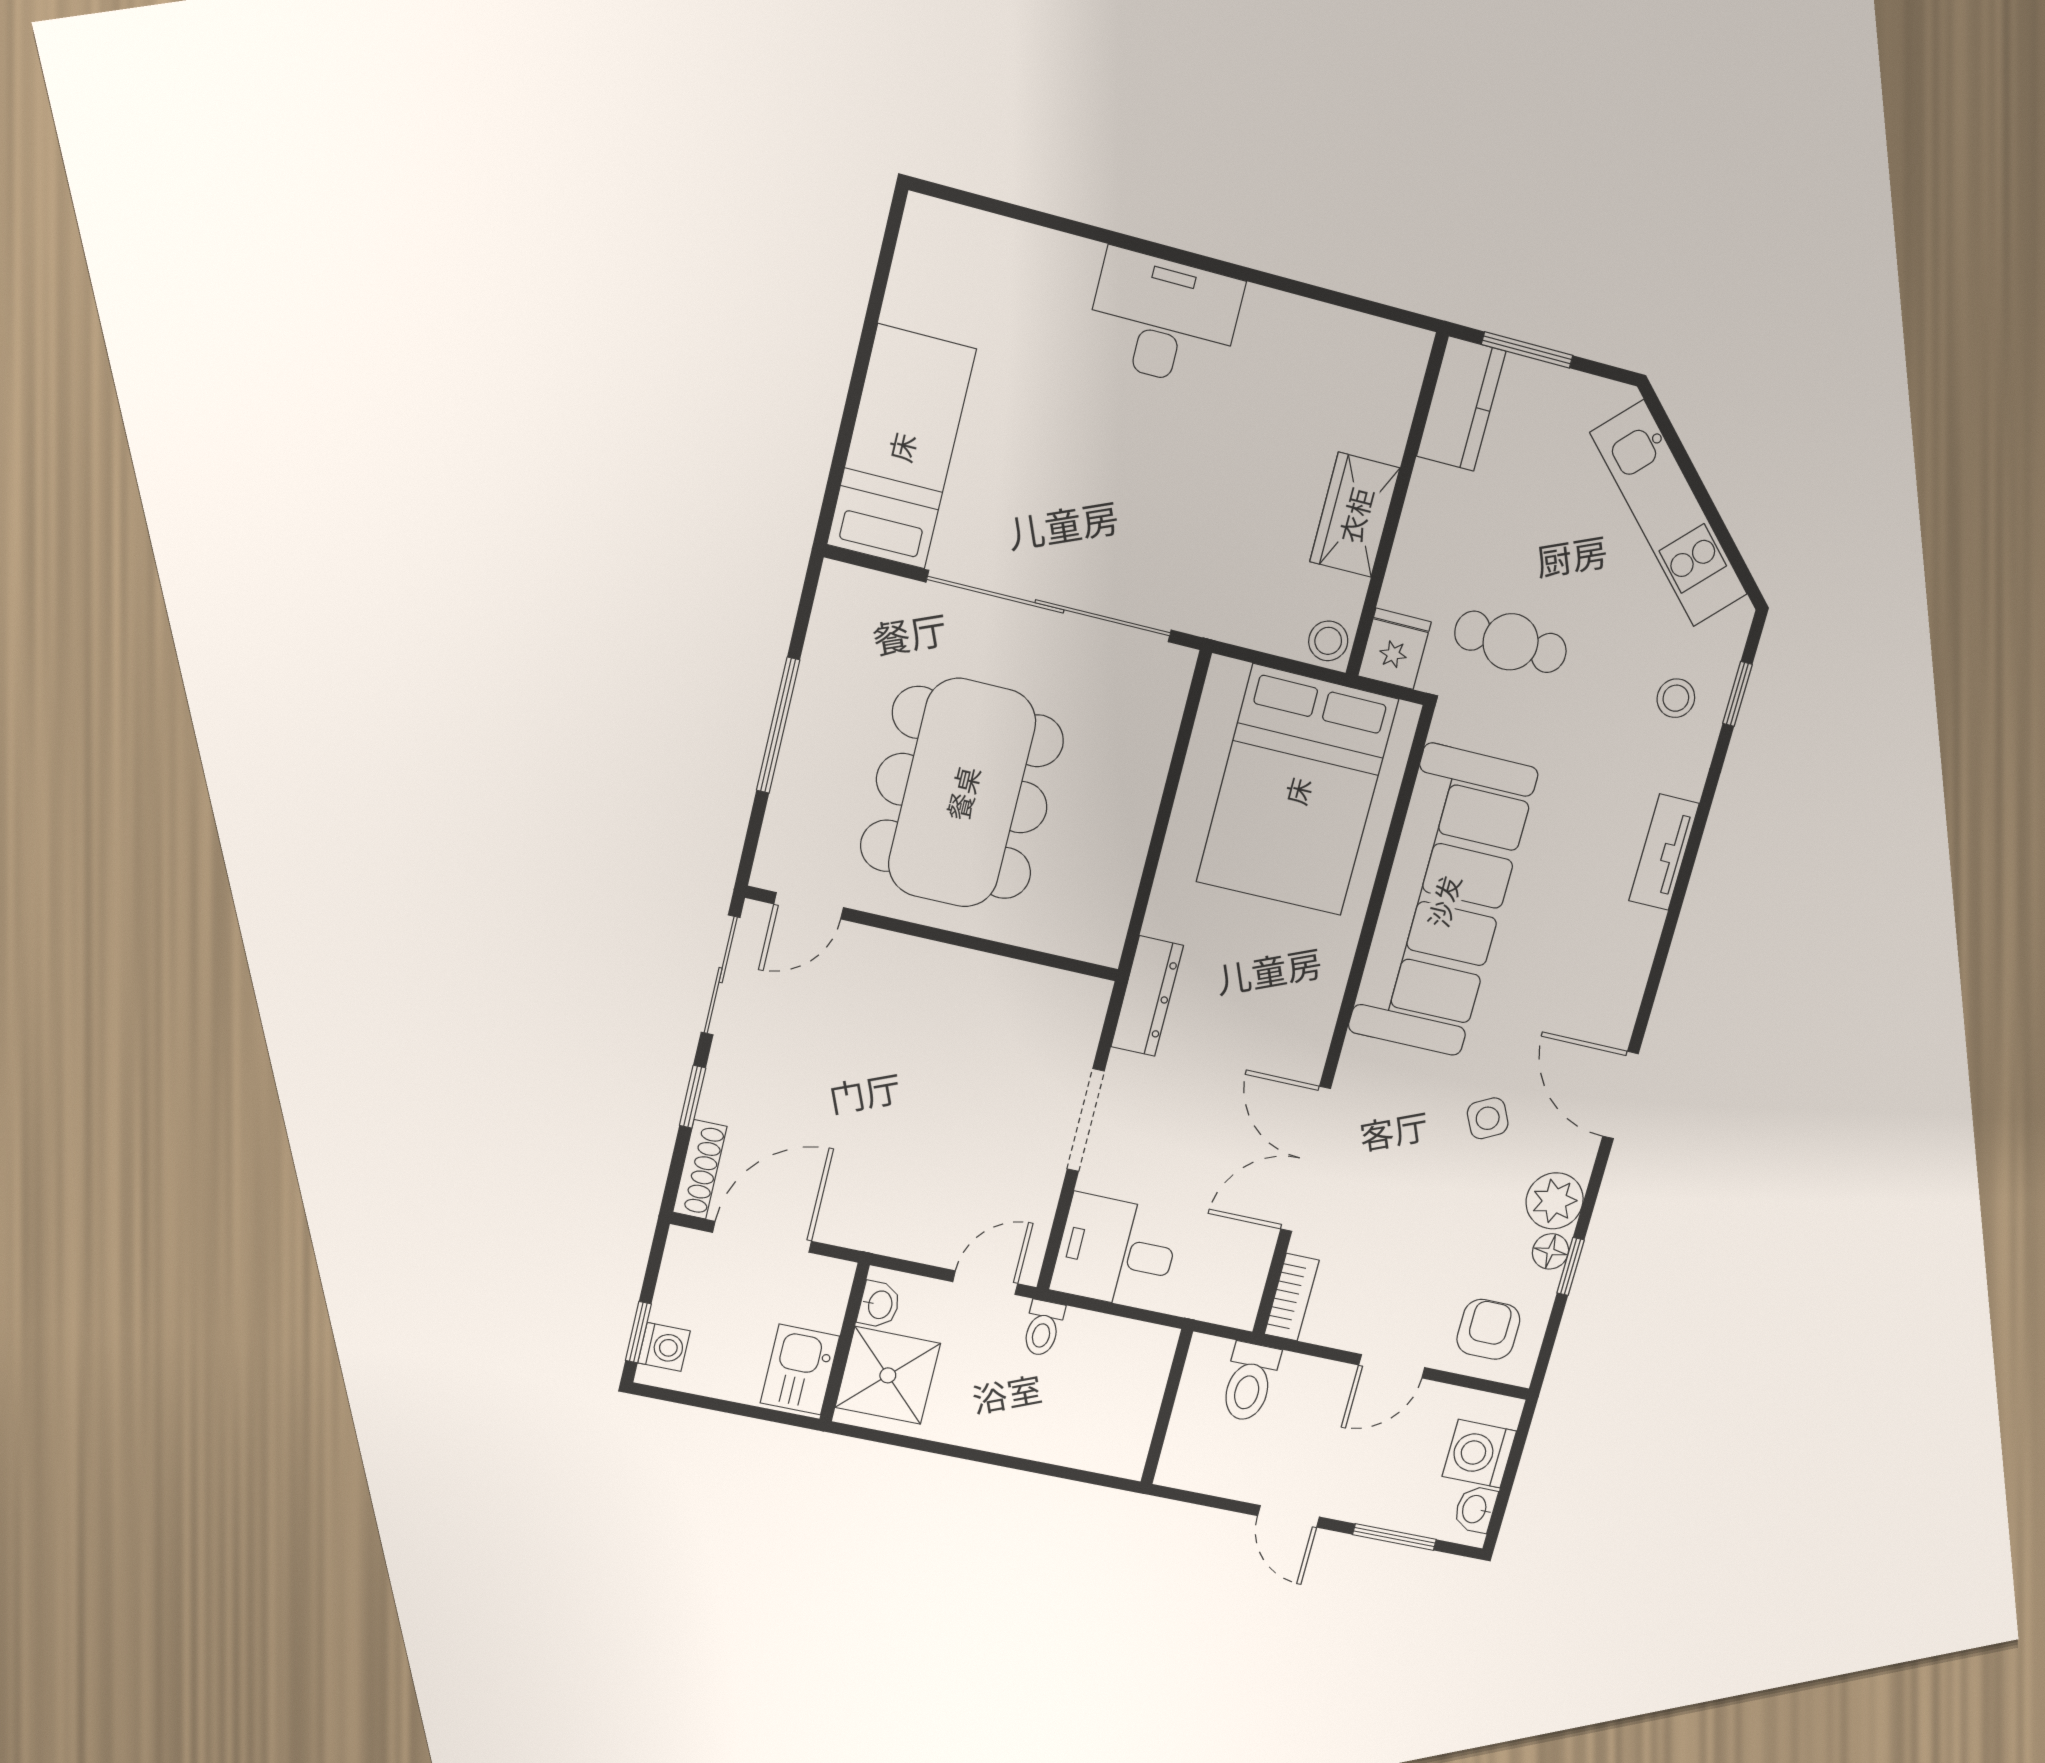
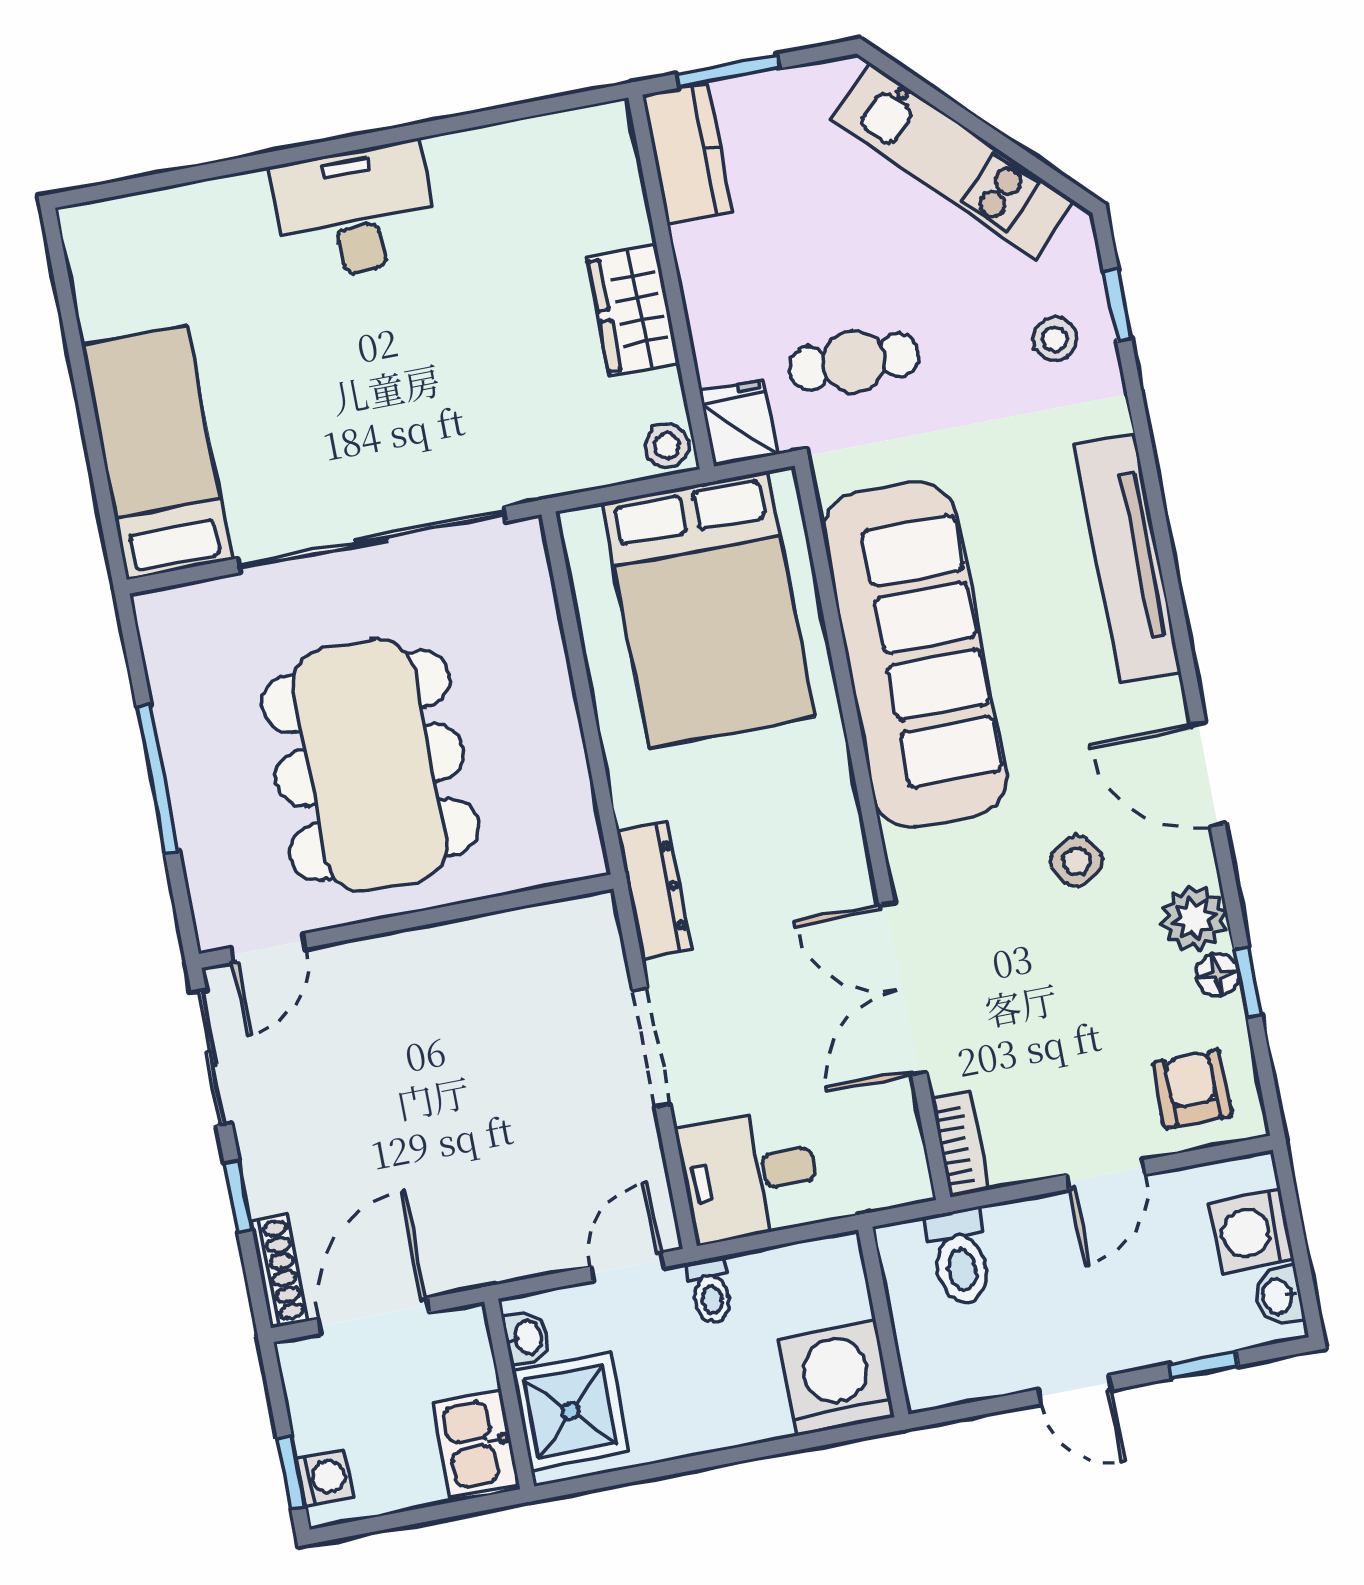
tv unit: (1664, 852) -> (1127, 559), width x1.92, depth x1.29
washing machine: (1110, 1434) -> (837, 1378), added
window: (1394, 1537) -> (1204, 1365), width x0.67

